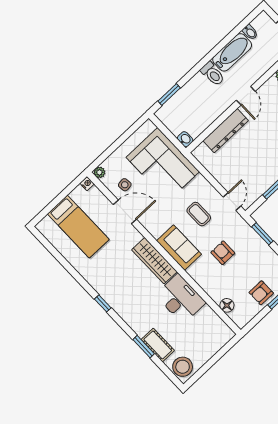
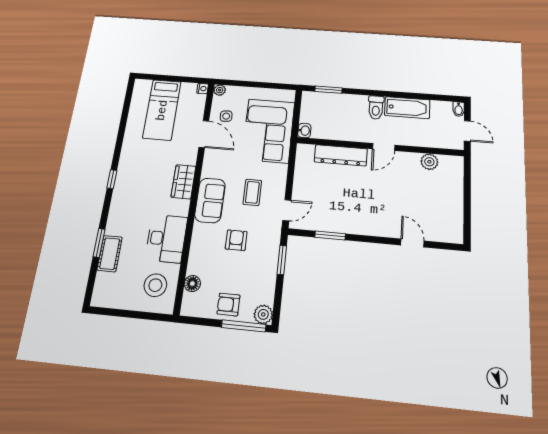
bidet: (250, 32) -> (459, 109), moved
wardrobe: (154, 261) -> (183, 182), width x0.67
stool: (183, 367) -> (155, 285), moved

